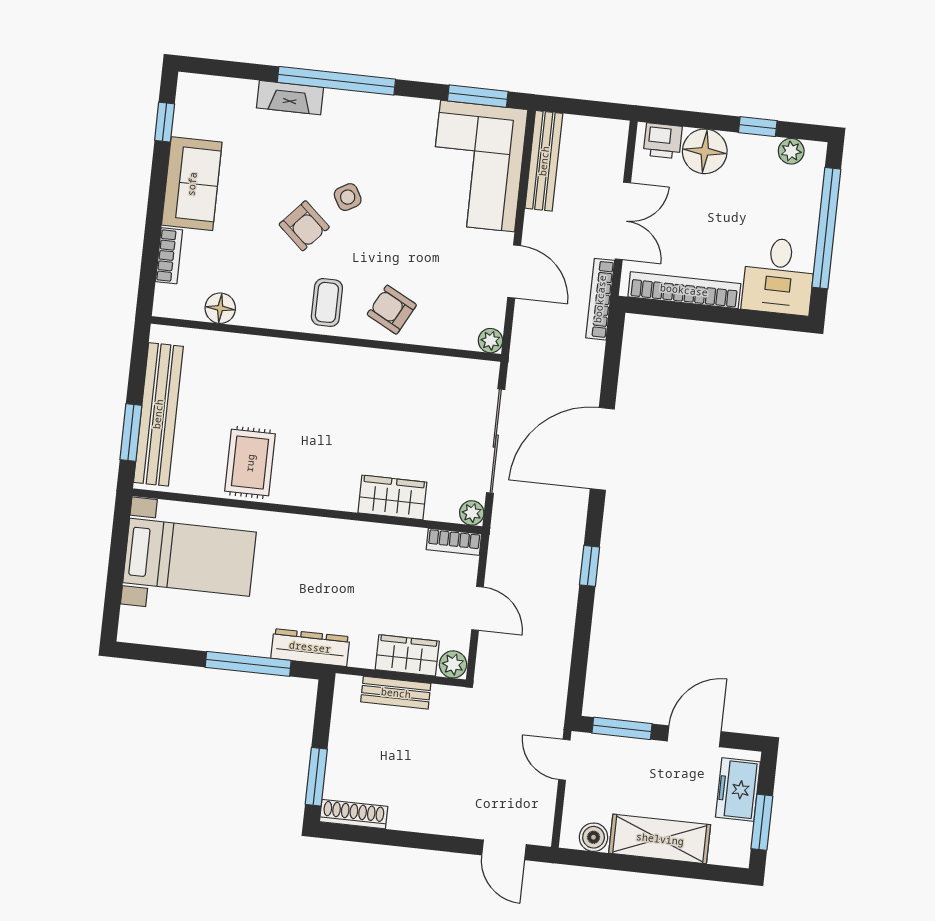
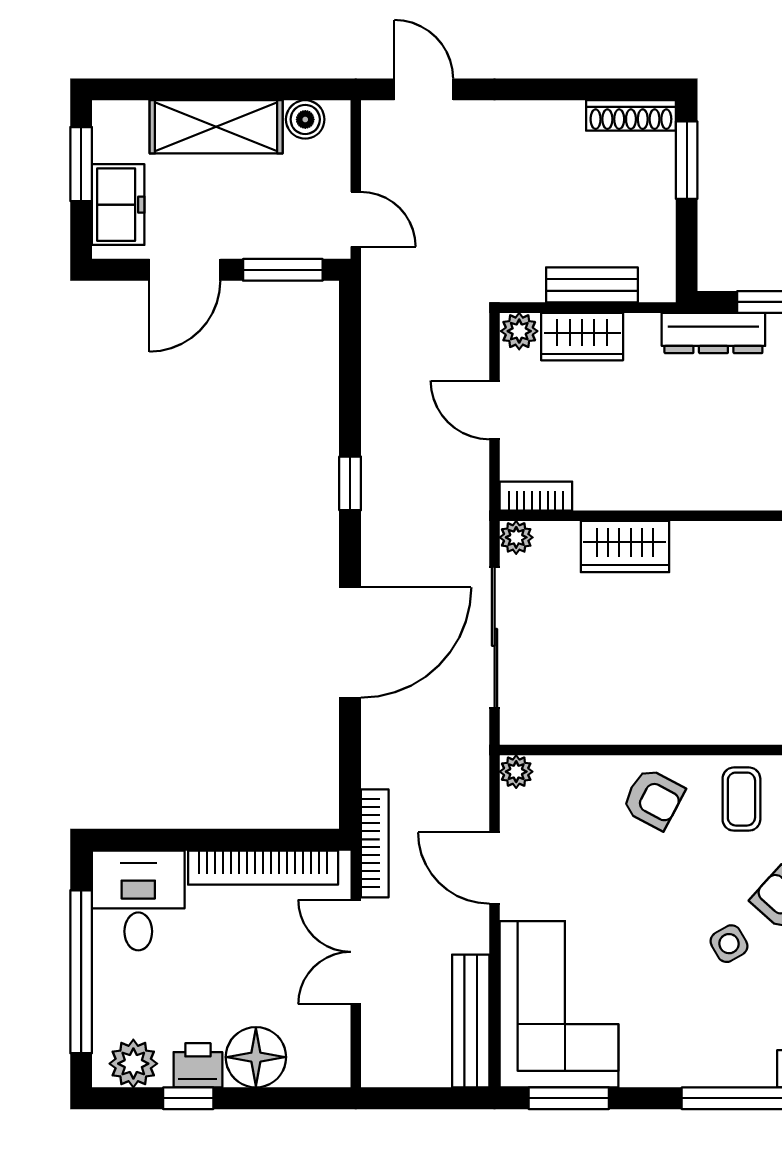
printer: (663, 141) -> (198, 1065), moved
plant: (791, 151) -> (133, 1064), width x1.38, depth x1.38

